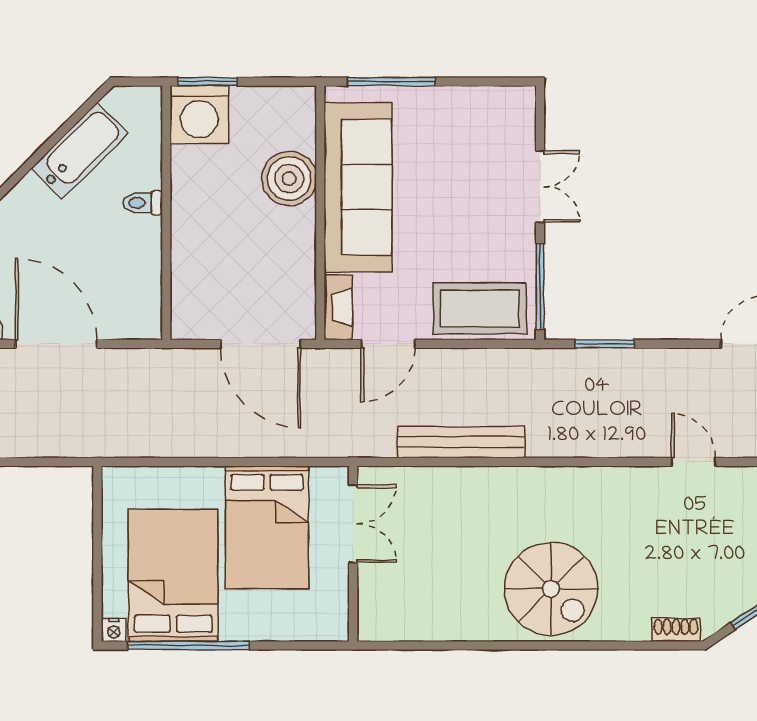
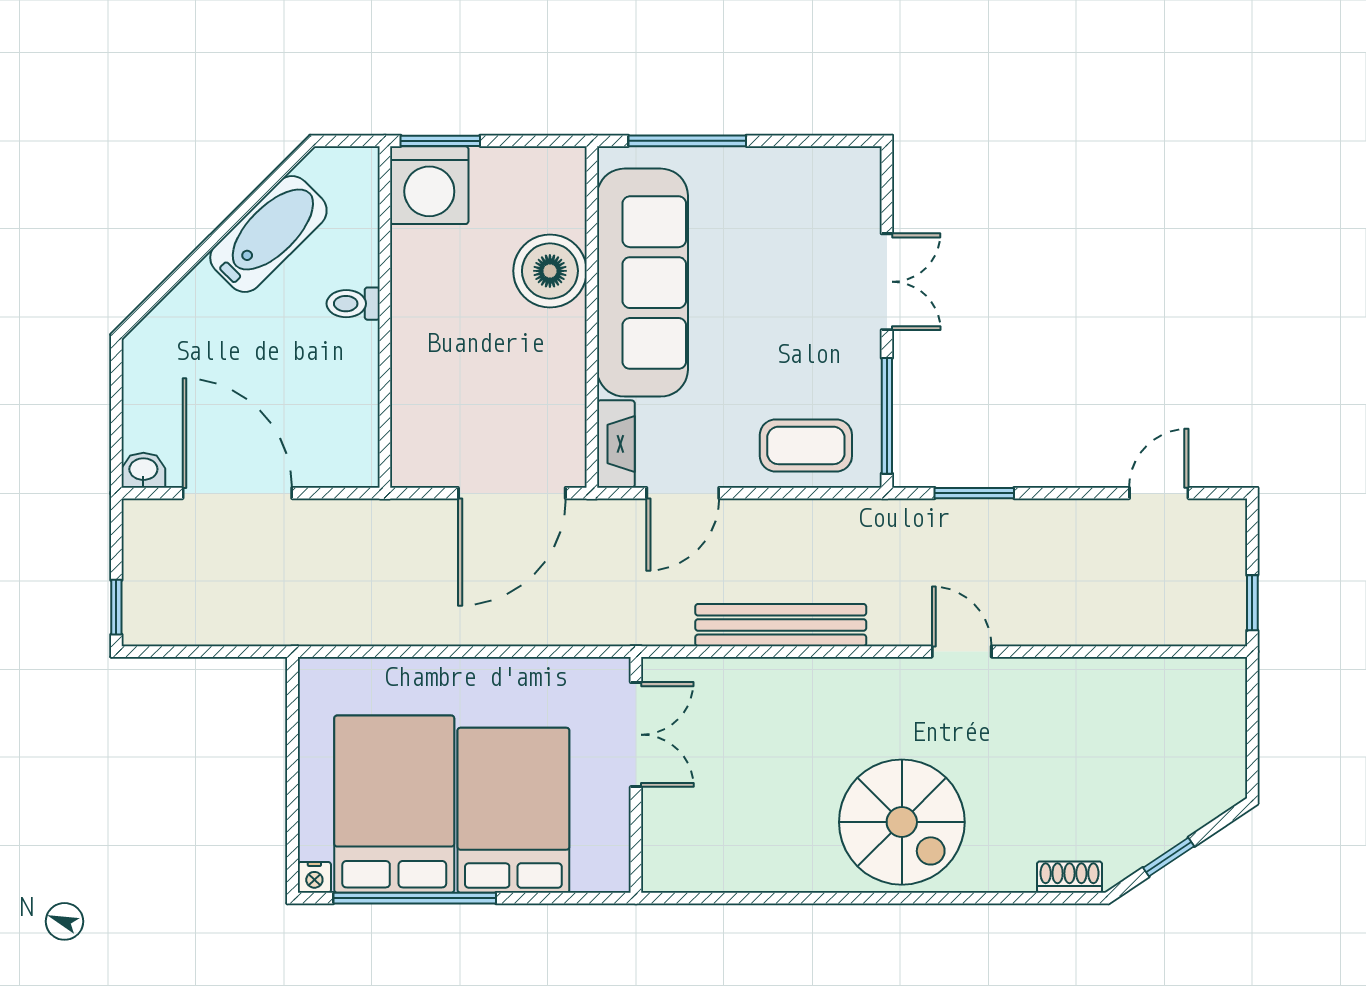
coffee table: (480, 308) -> (806, 445), width x0.73, depth x0.76
door: (261, 344) -> (512, 493), hinge flipped
door: (694, 462) -> (962, 652), moved
bed: (267, 527) -> (513, 810), moved, turned 180

